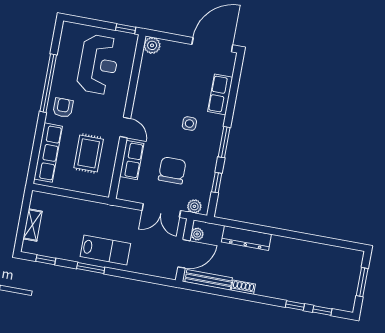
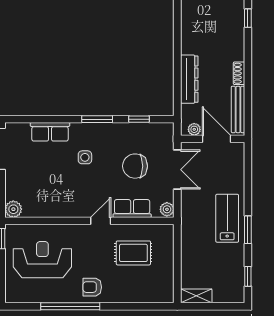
row of seats: (48, 153) -> (140, 294), removed
plant: (194, 206) -> (167, 209), moved
shelving: (33, 225) -> (196, 296), moved

